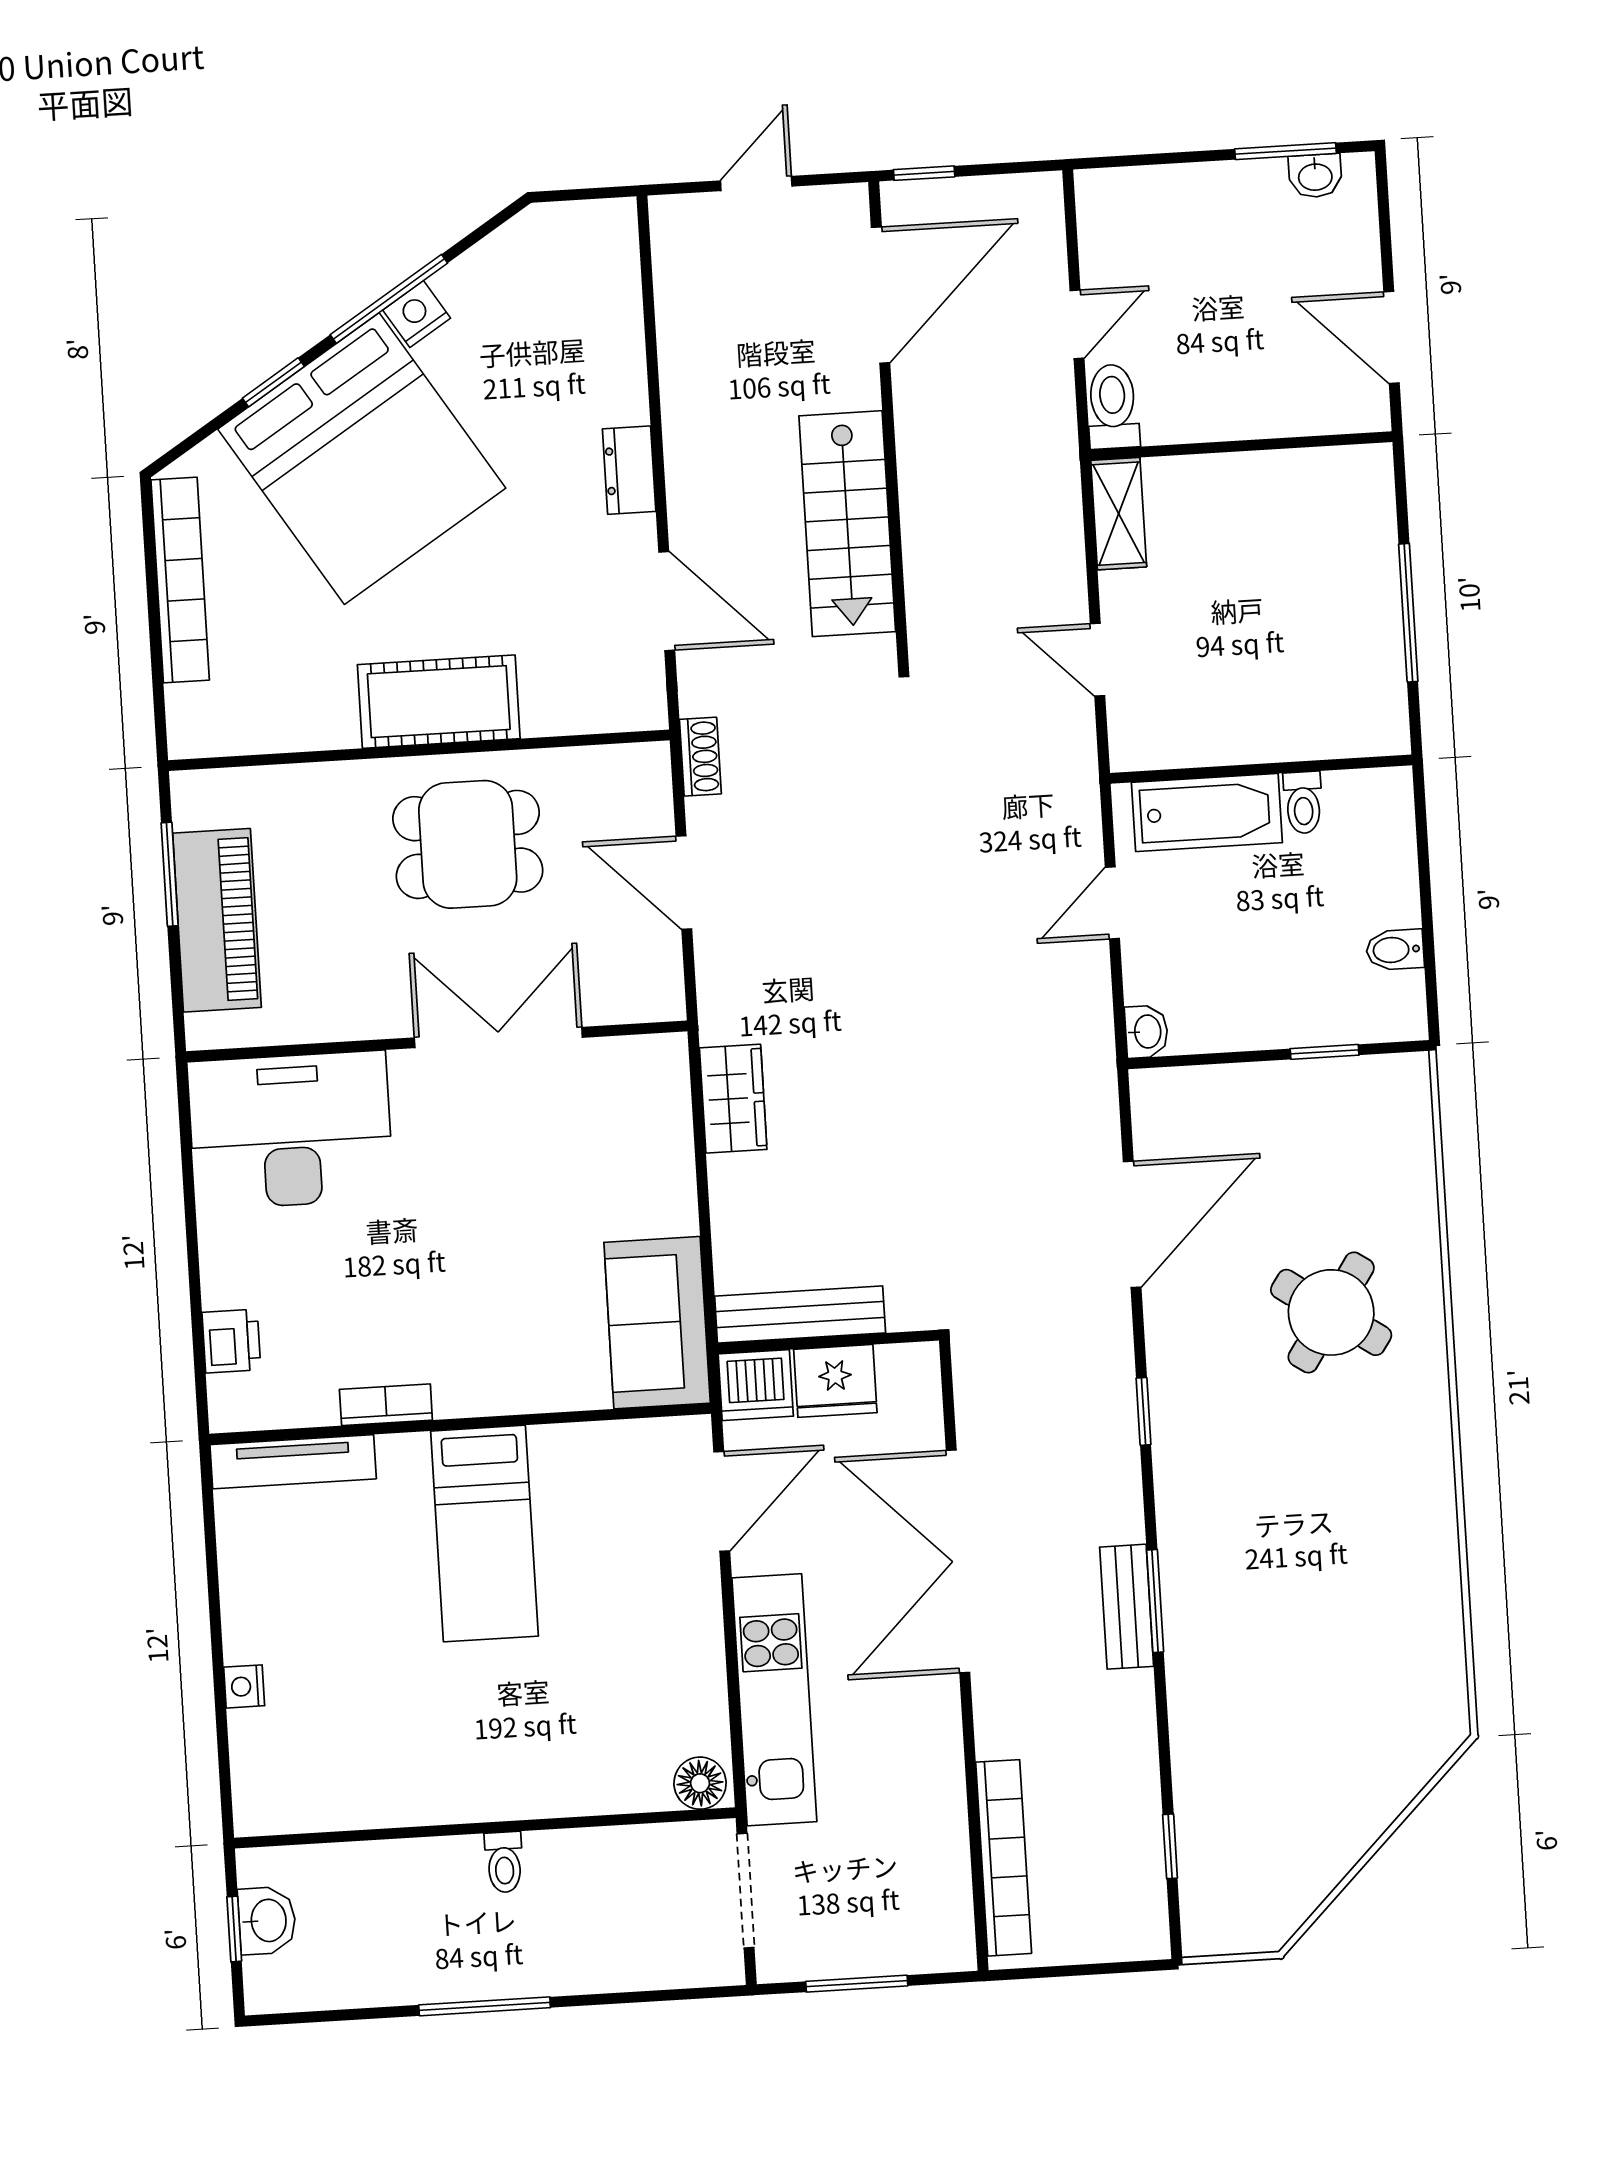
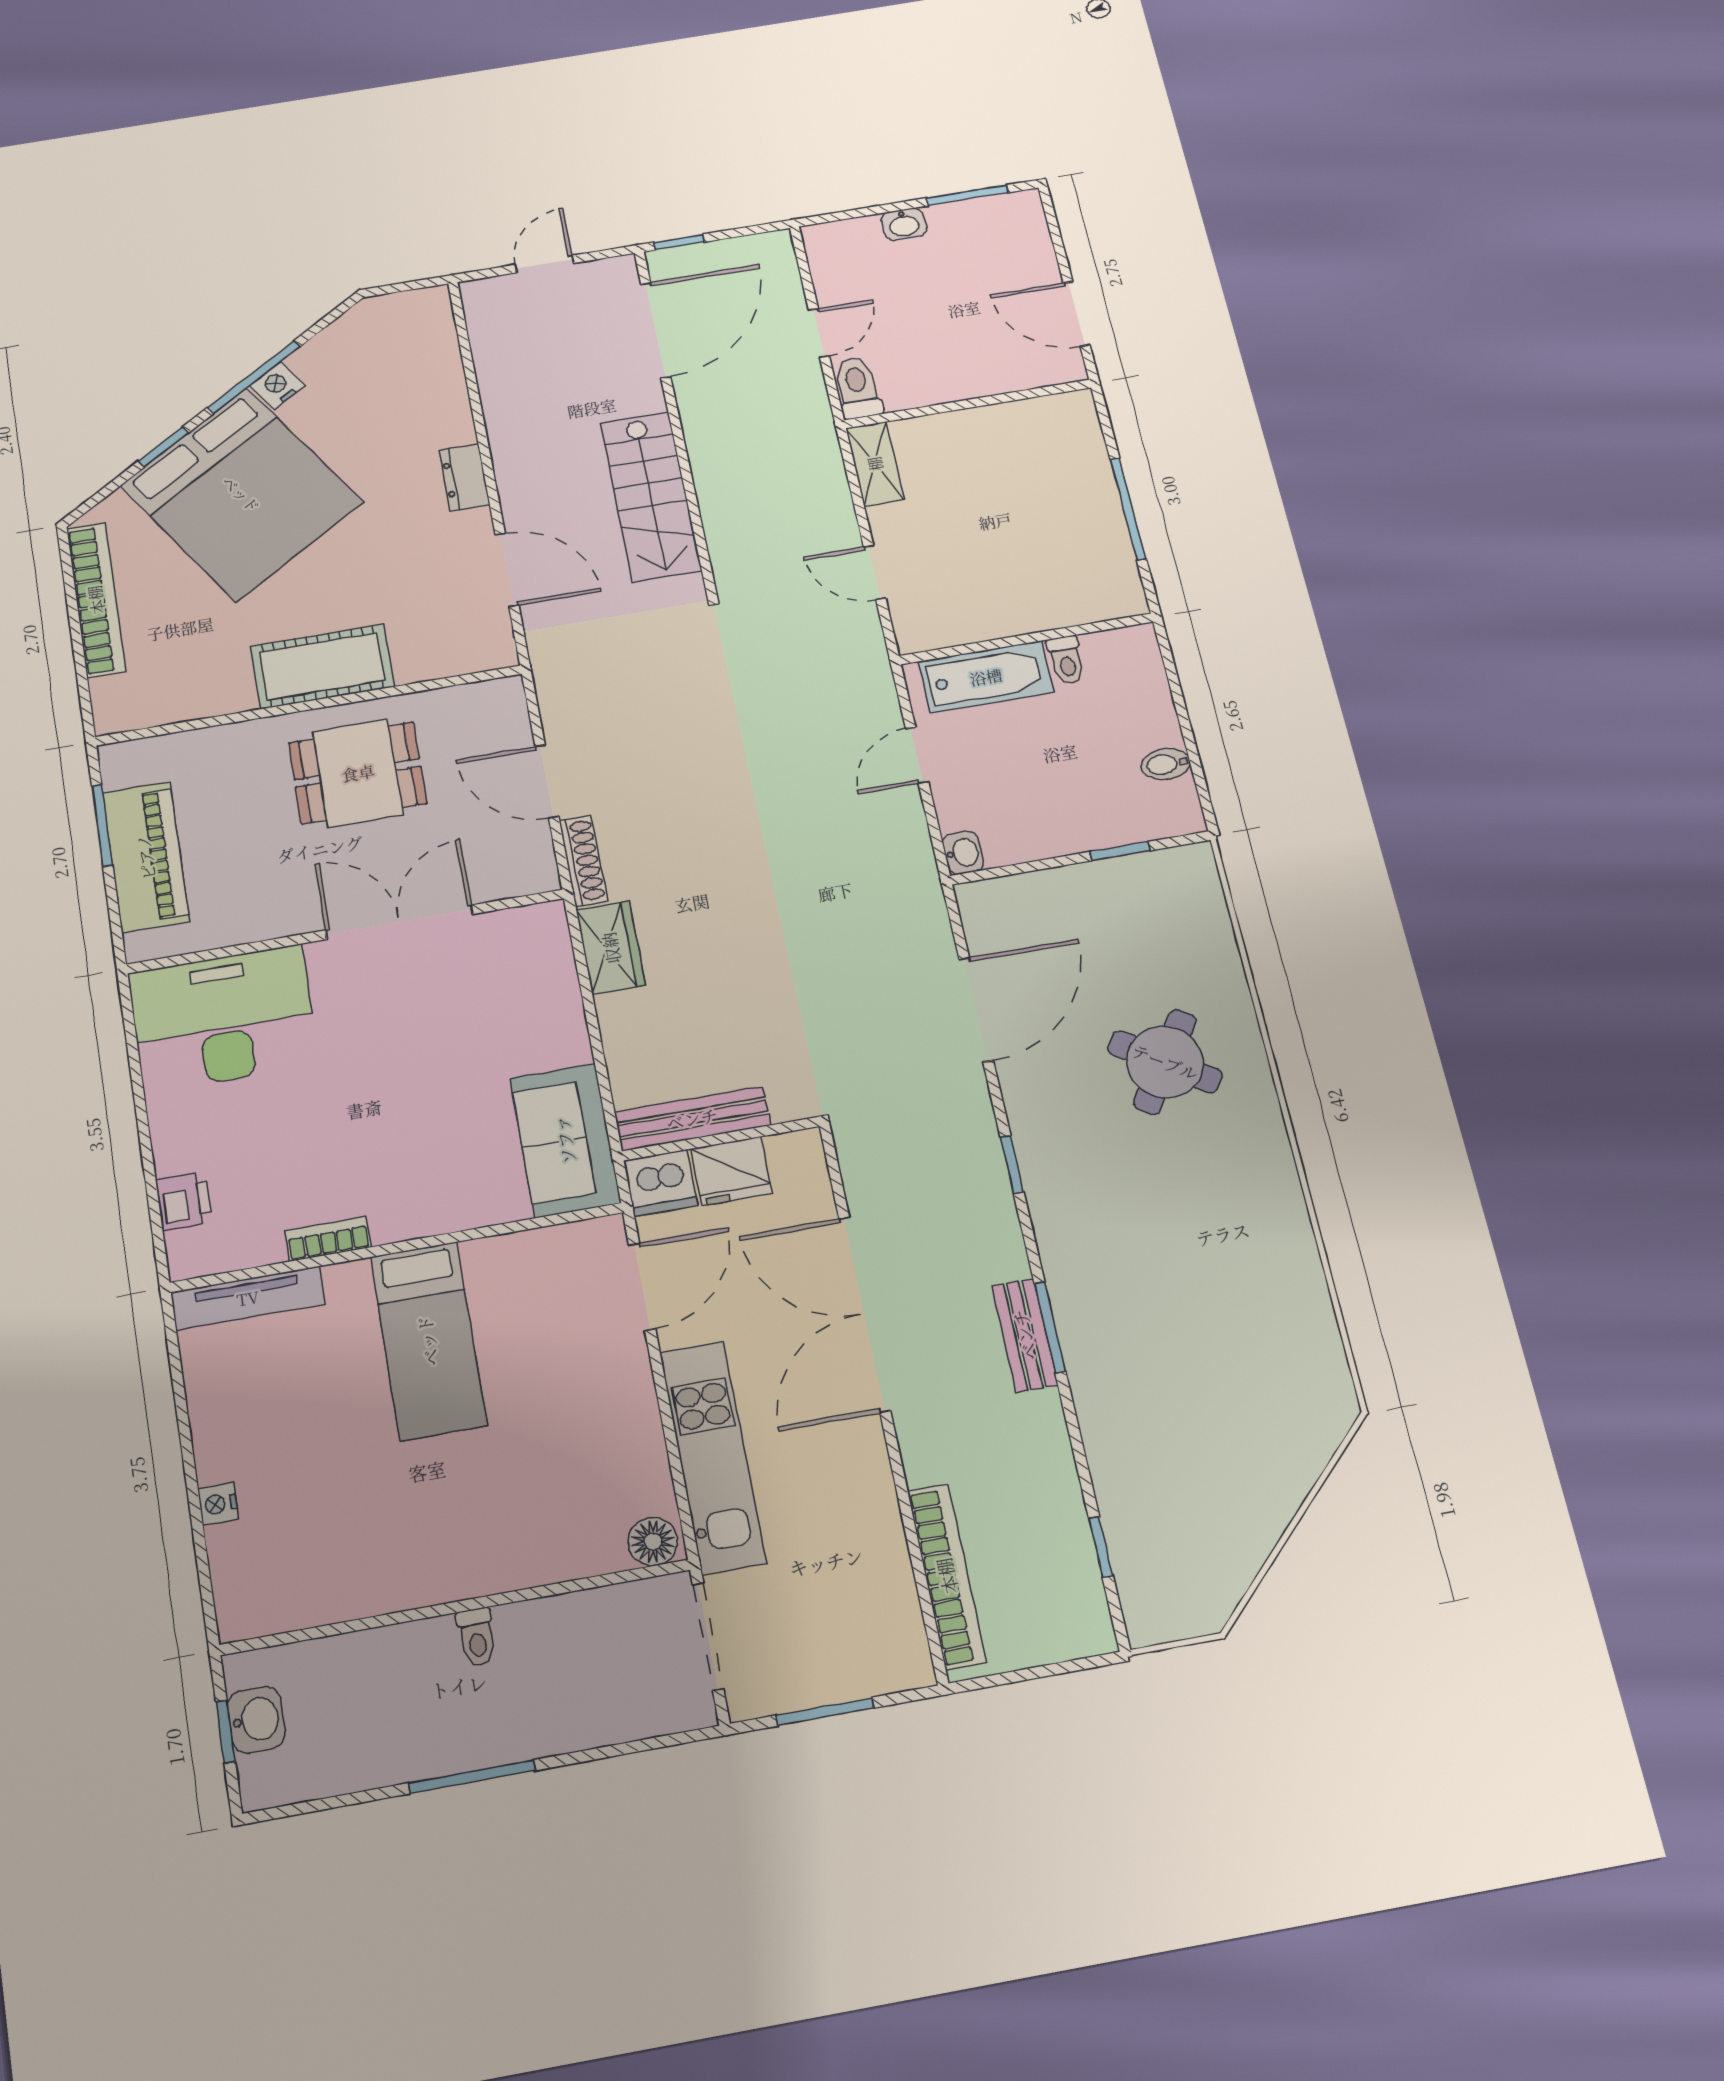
washbasin: (1315, 176) -> (904, 224), moved
shoe rack: (700, 757) -> (583, 861), moved, width x1.43

